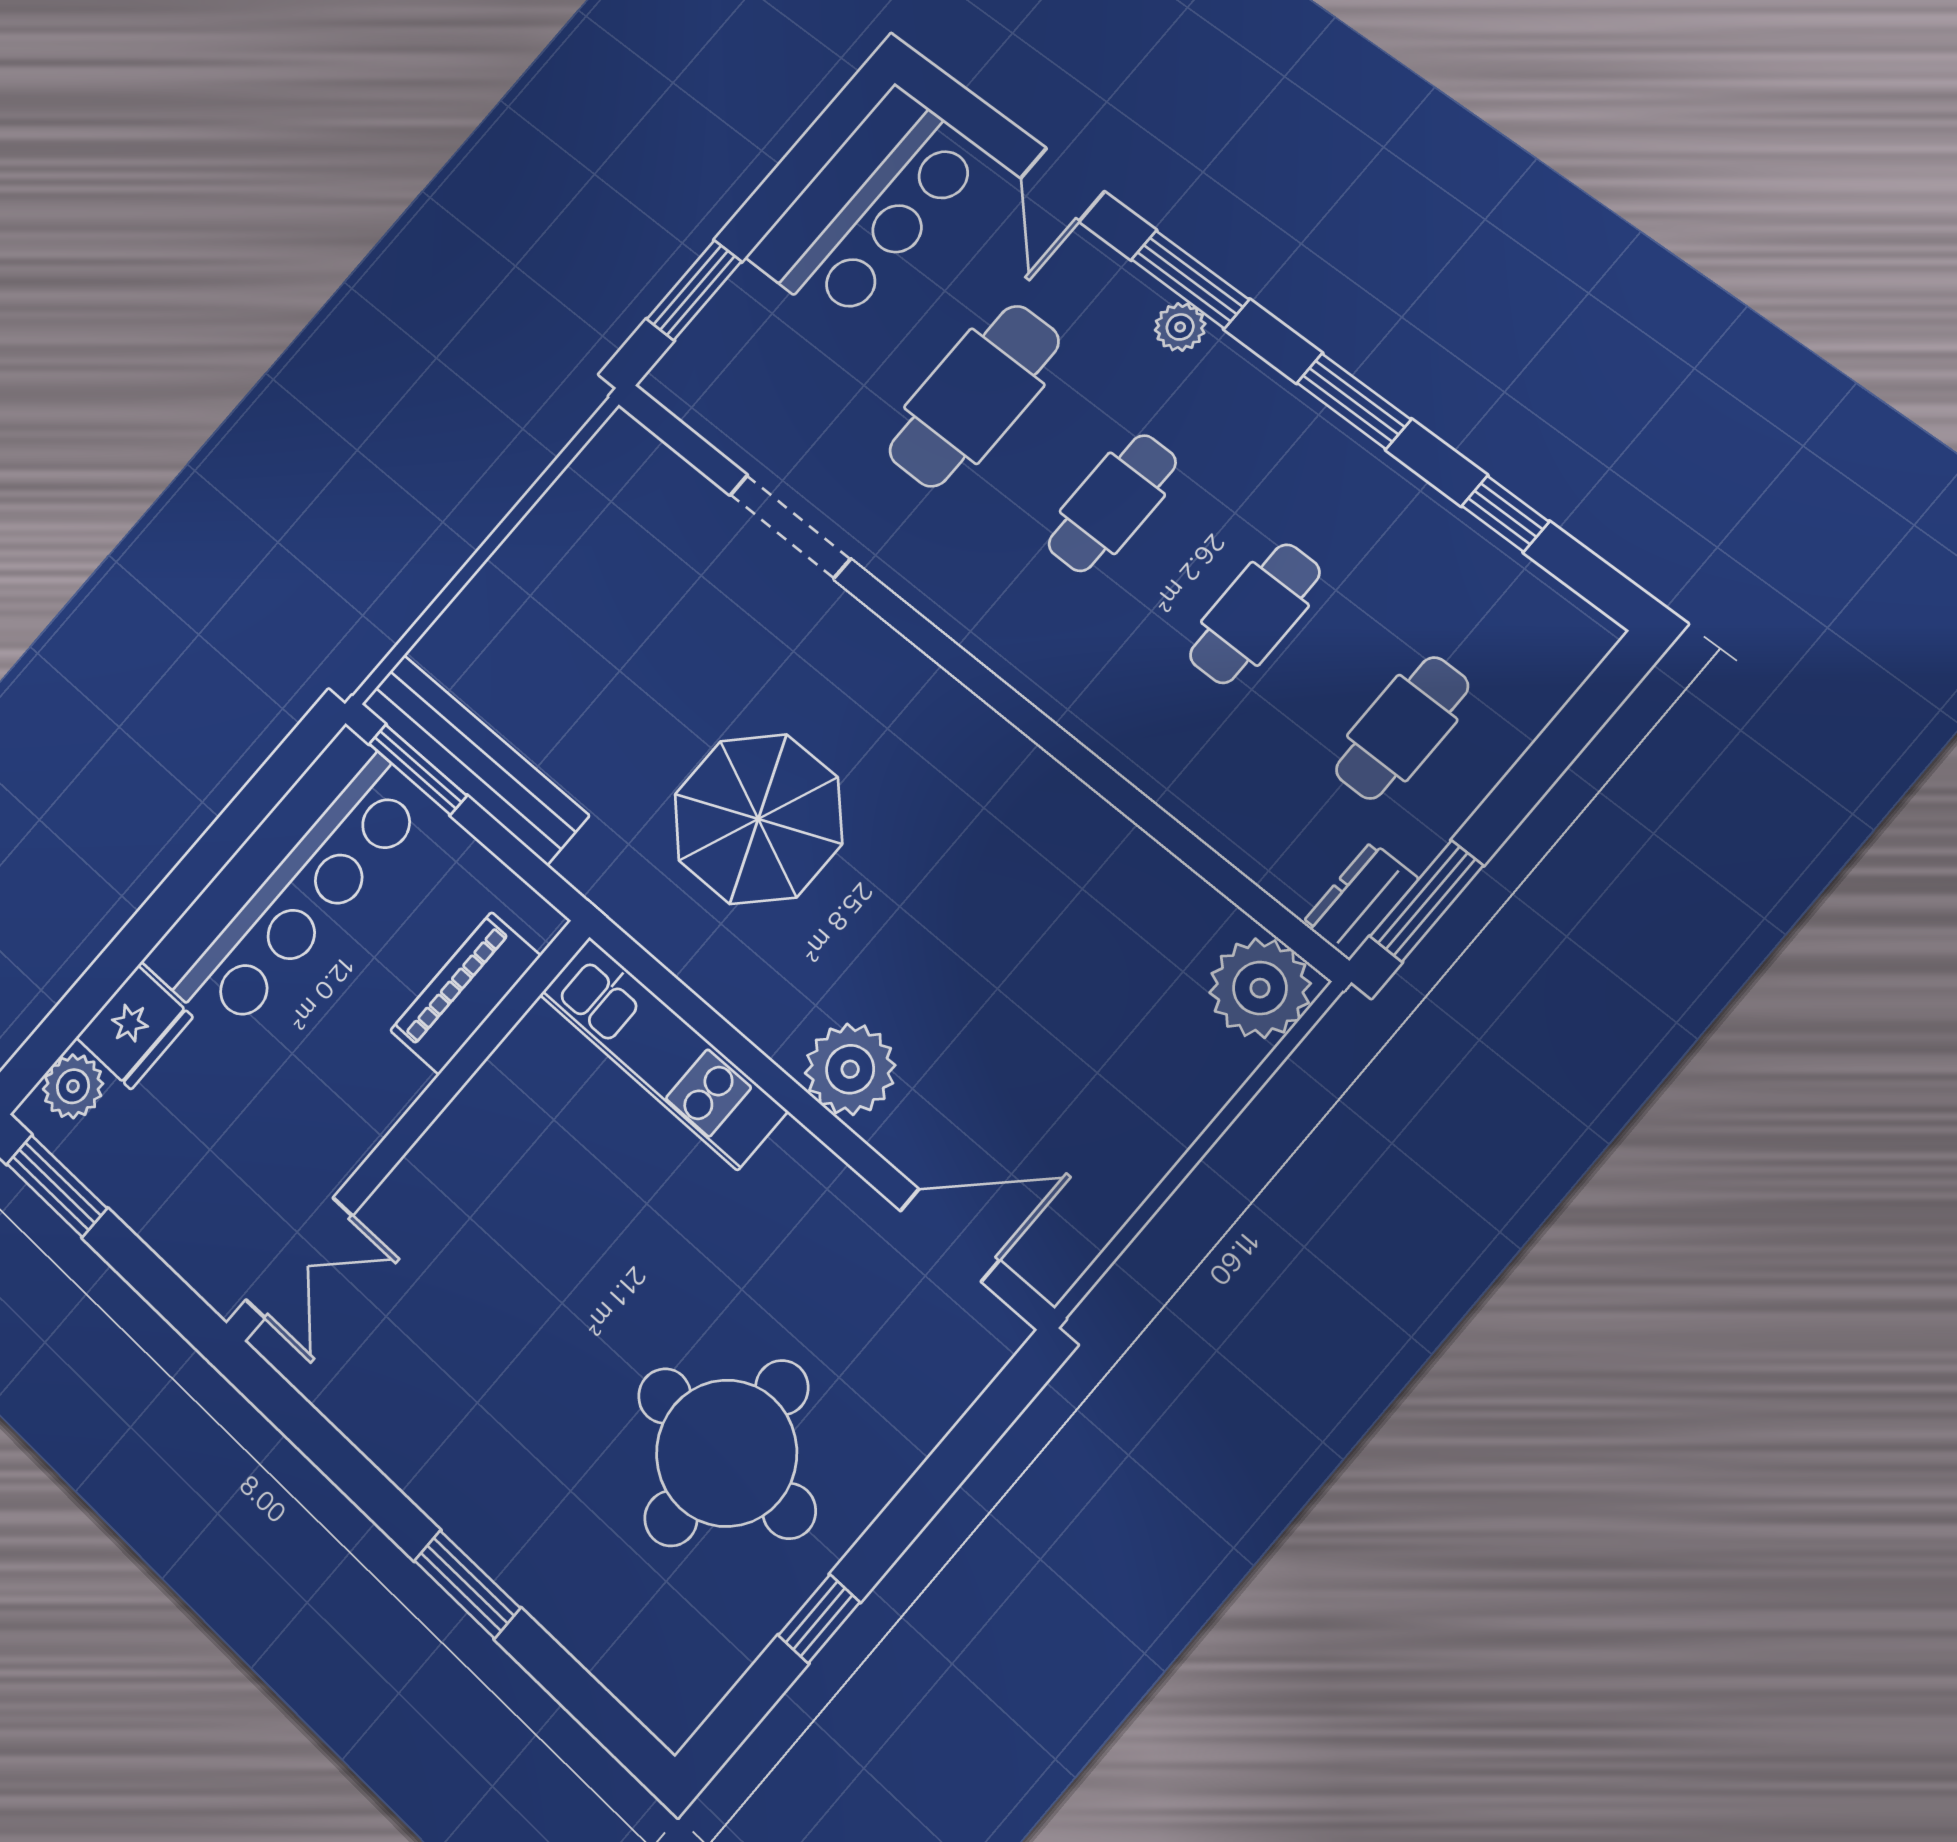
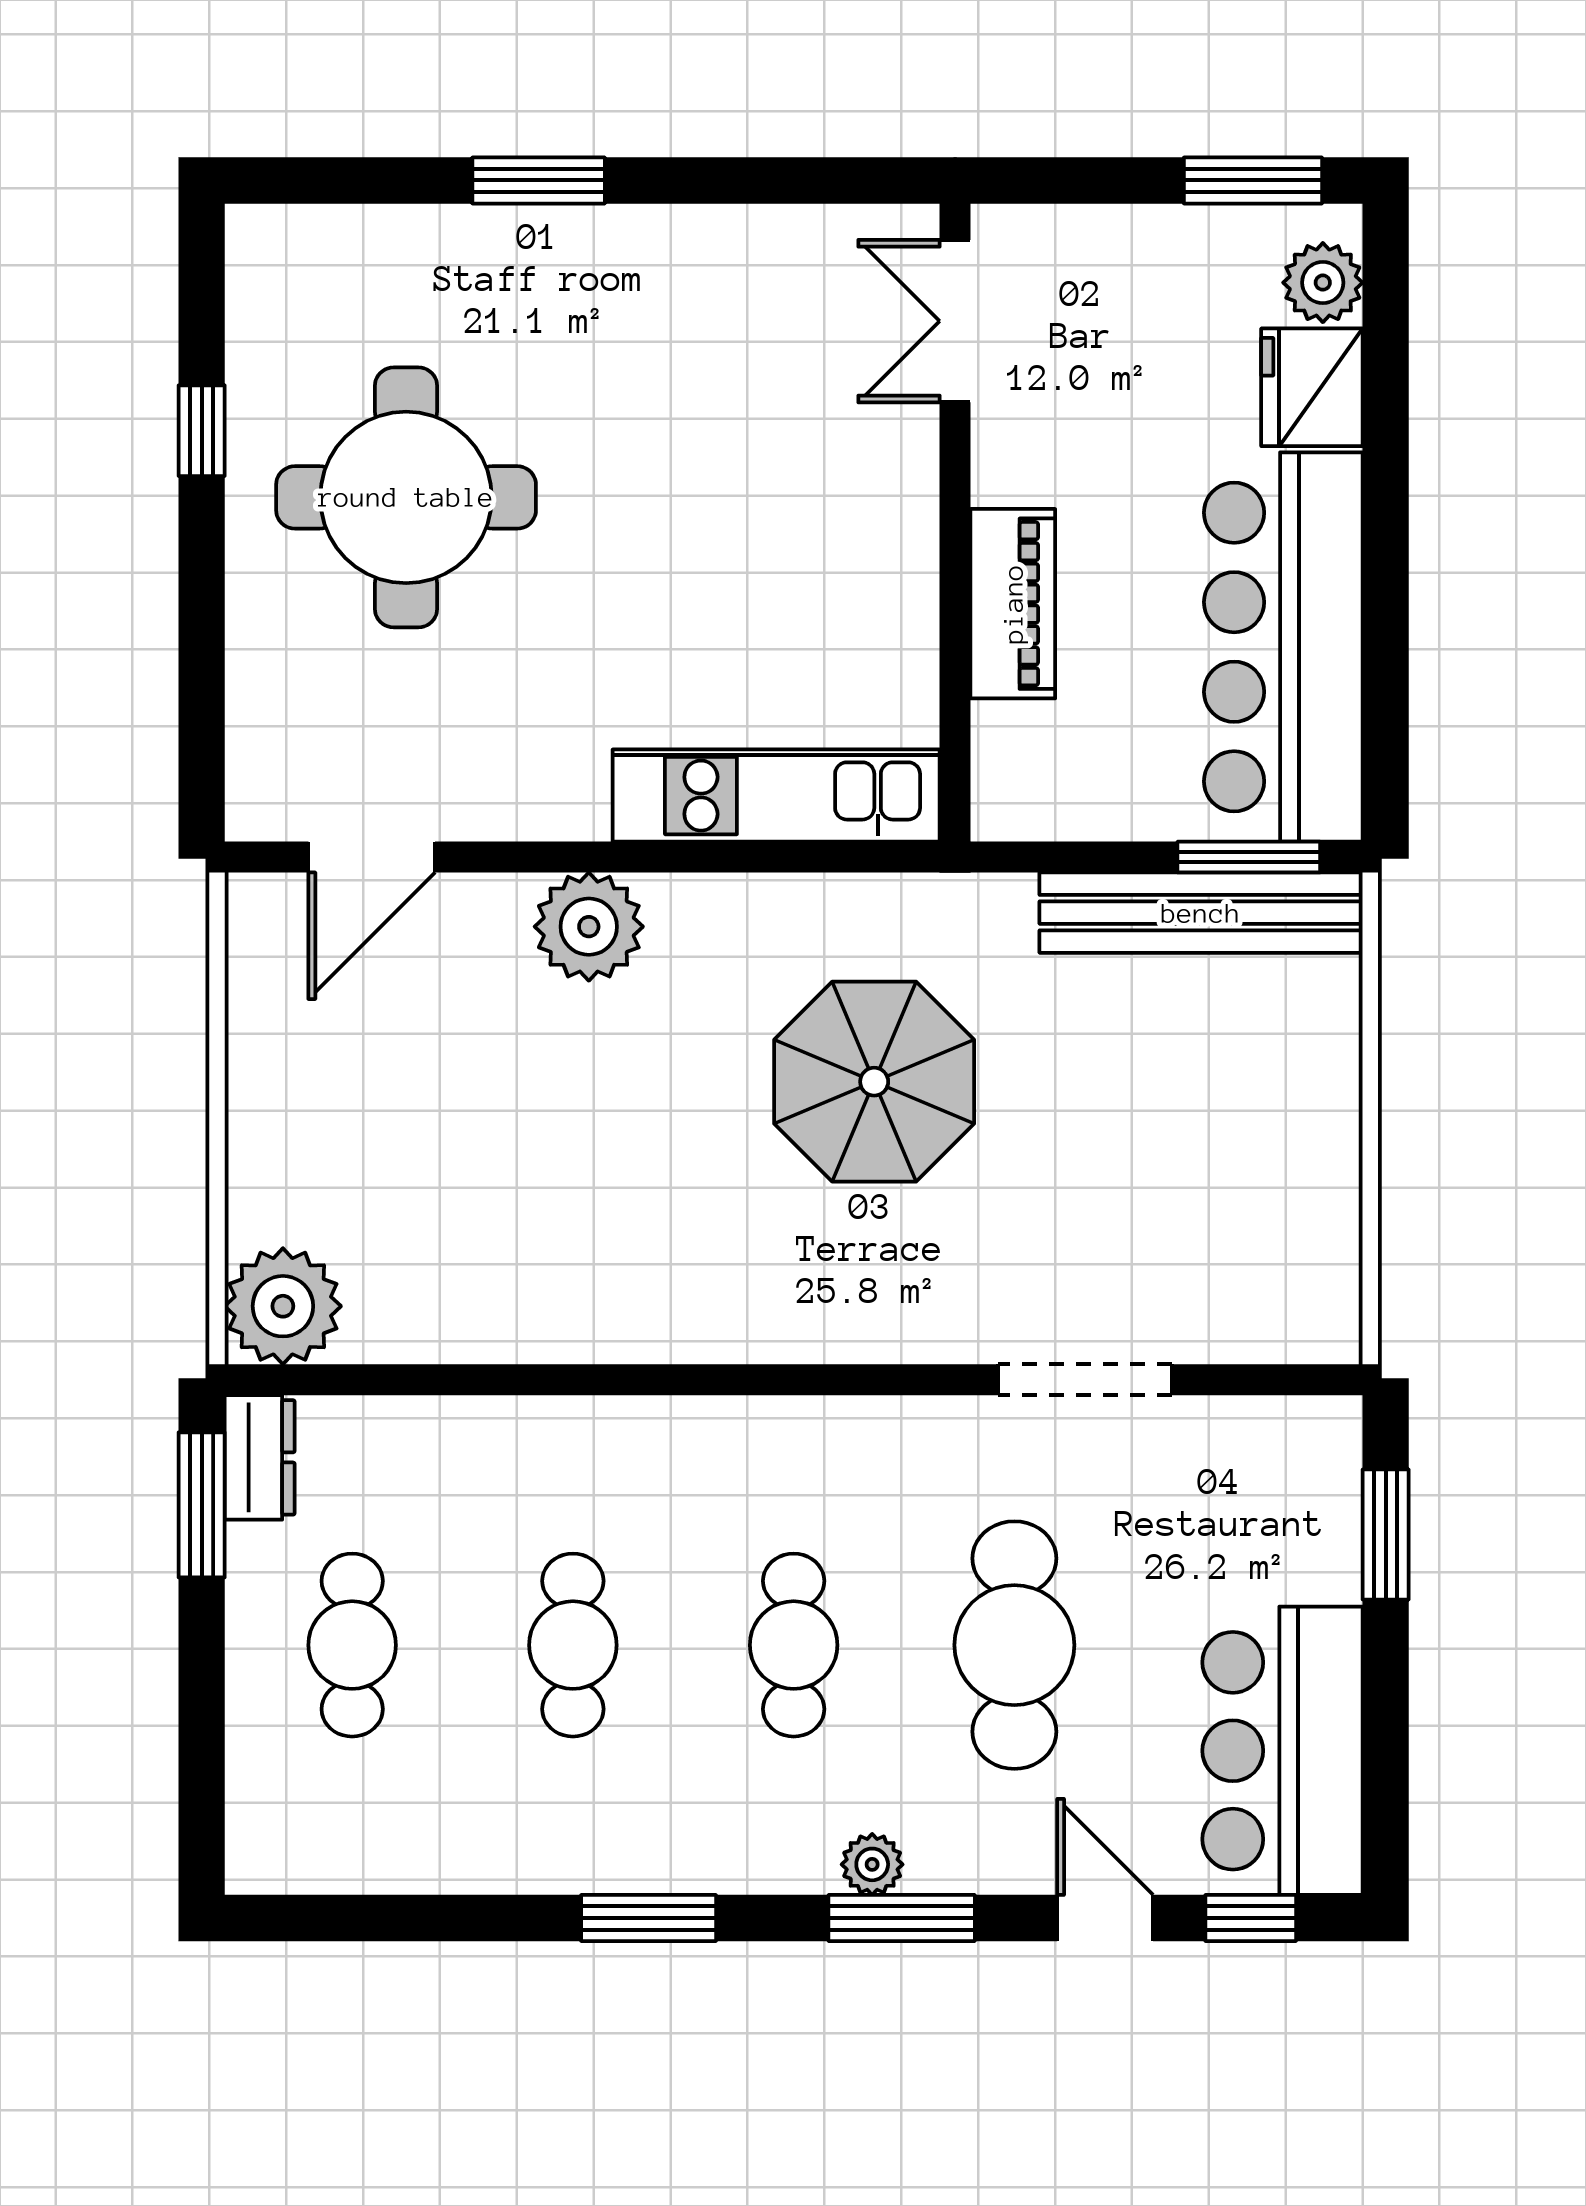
window: (1505, 514) -> (1251, 1918), moved
piano: (465, 993) -> (1013, 604), moved

